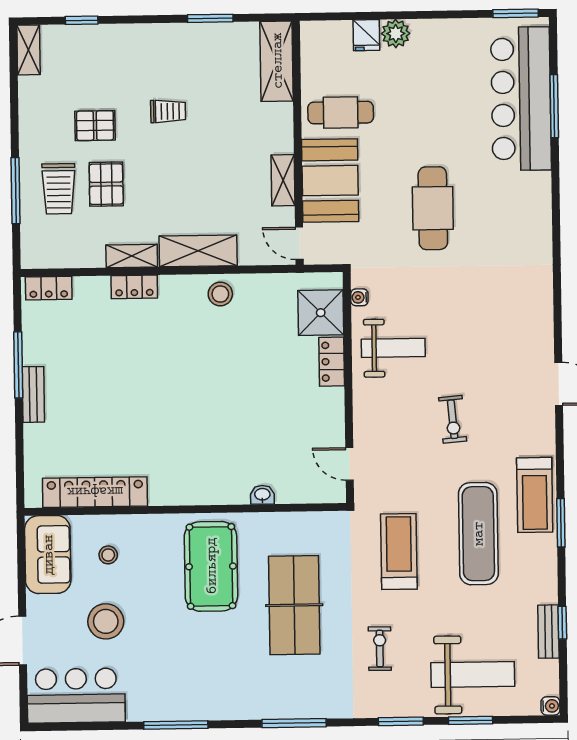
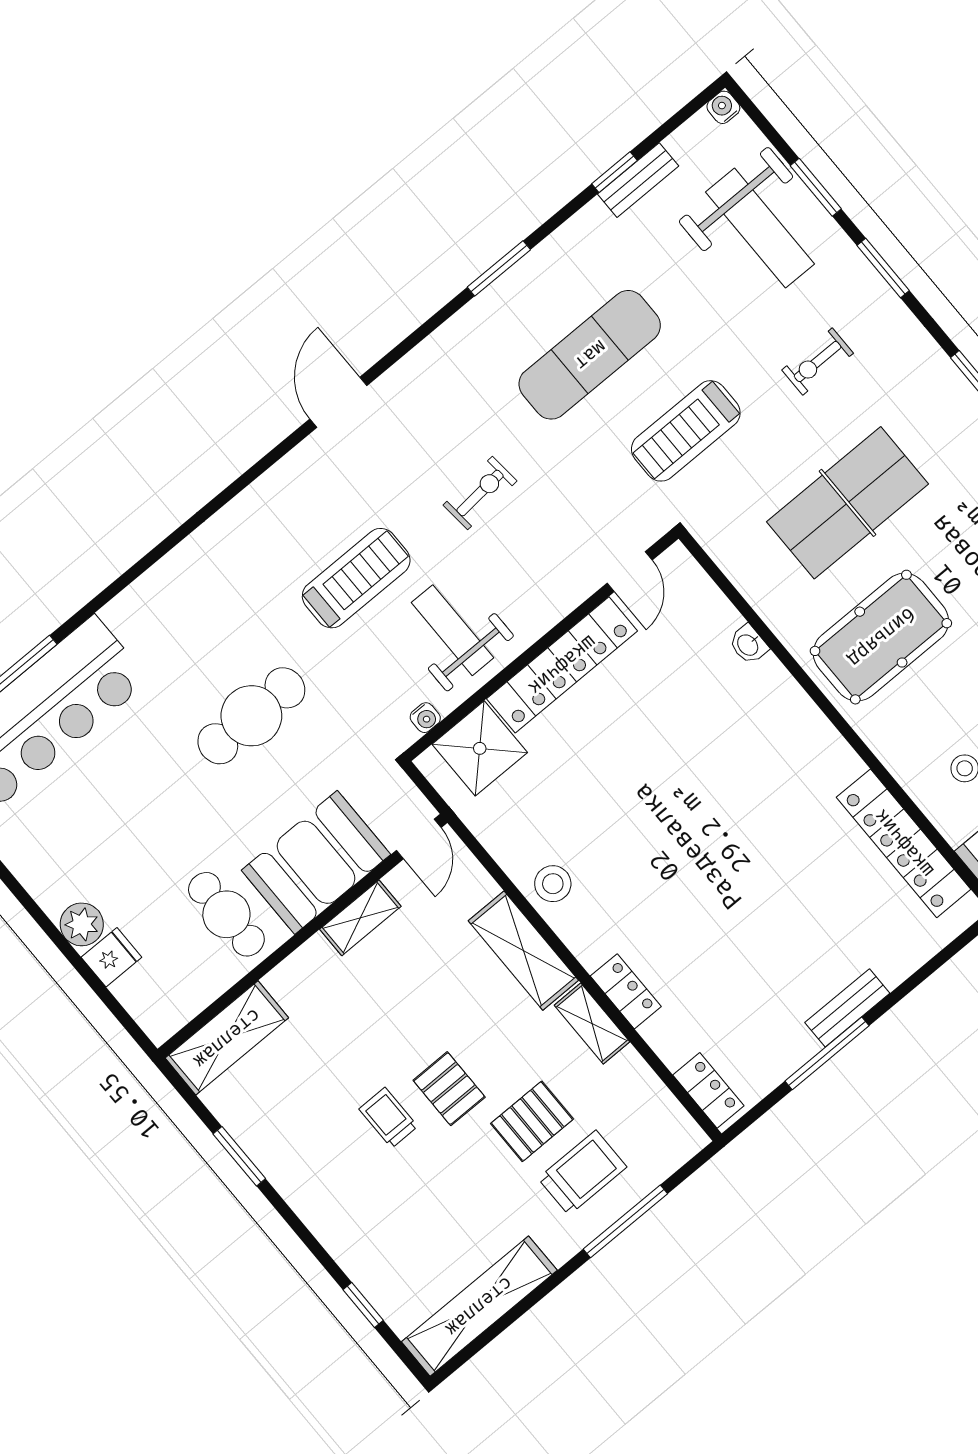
shelving: (28, 50) -> (479, 1306), width x2.20, depth x1.33
pallet: (95, 126) -> (449, 1089), moved
locker: (332, 362) -> (562, 665), width x2.16, depth x1.21
treadmill: (535, 495) -> (356, 578), moved
weight bench: (473, 675) -> (760, 228), turned 180

